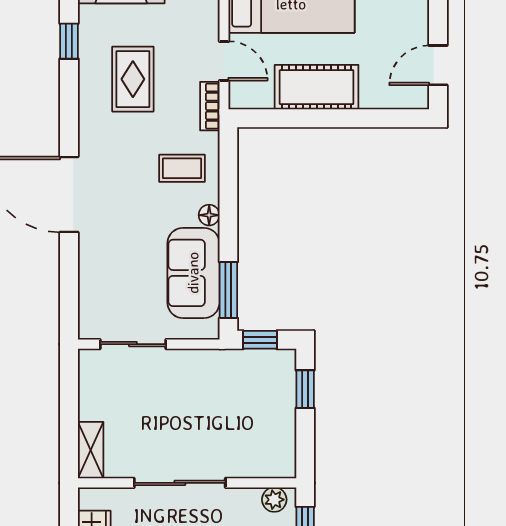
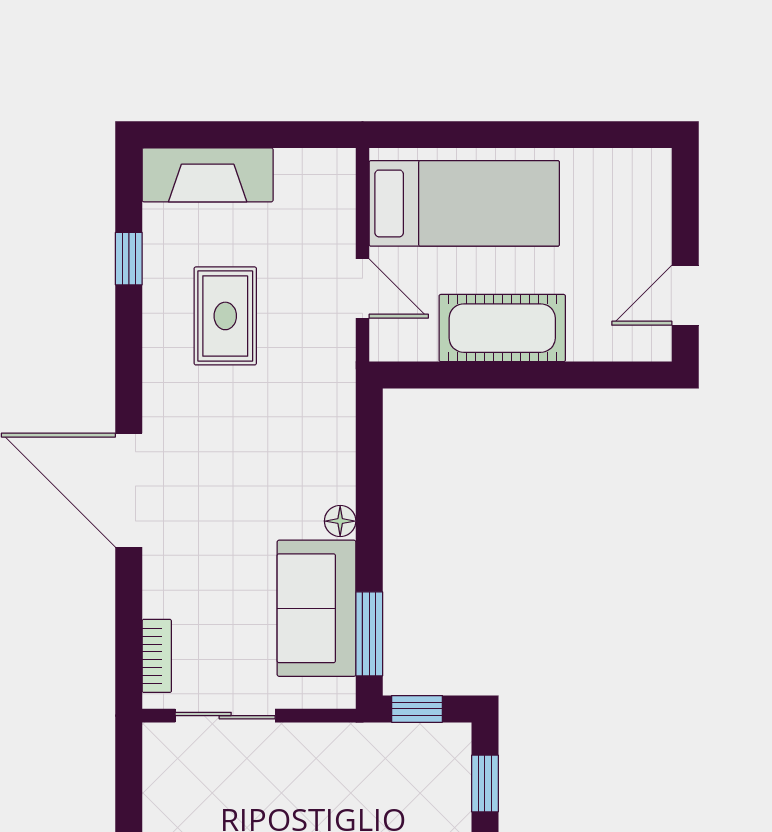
bookcase: (210, 106) -> (157, 656), moved, turned 180
coffee table: (182, 168) -> (299, 450), removed

